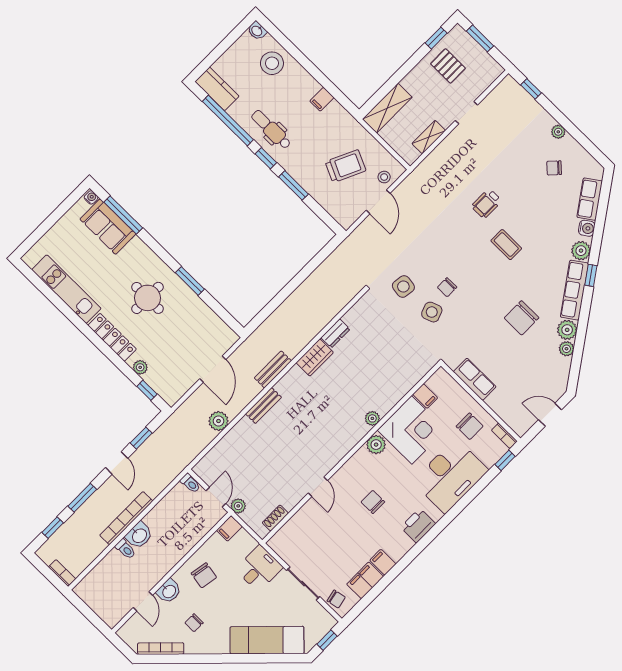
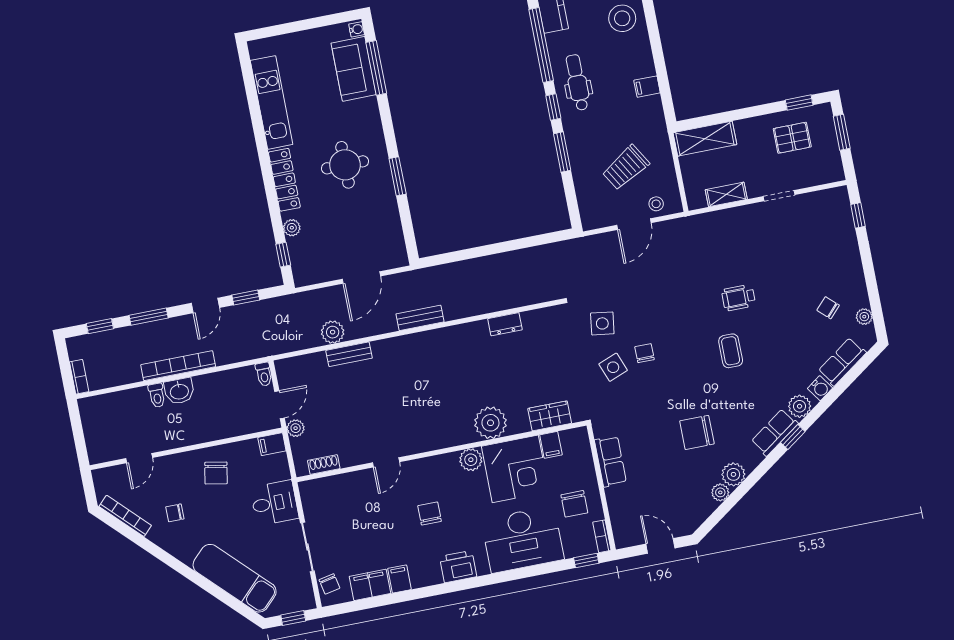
pallet: (448, 66) -> (792, 138), turned 90
plant: (558, 132) -> (864, 317), moved
trolley: (345, 166) -> (626, 168), turned 124
chair: (447, 287) -> (644, 353), turned 90
row of seats: (574, 290) -> (775, 432), width x0.68
wardrobe: (315, 358) -> (550, 416), moved, turned 180
bench: (263, 406) -> (349, 354), moved
plant: (372, 418) -> (490, 423), width x1.87, depth x1.87
washbasin: (169, 591) -> (171, 465), removed

